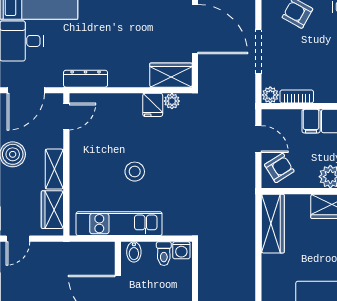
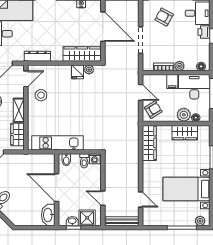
wardrobe: (171, 75) -> (82, 54), width x1.50
plant: (270, 95) -> (179, 66), moved
stool: (135, 172) -> (41, 95), moved

